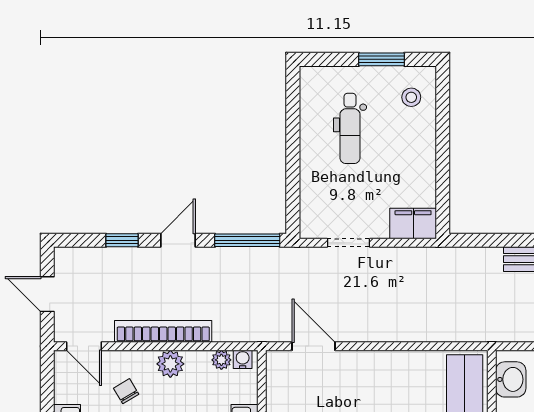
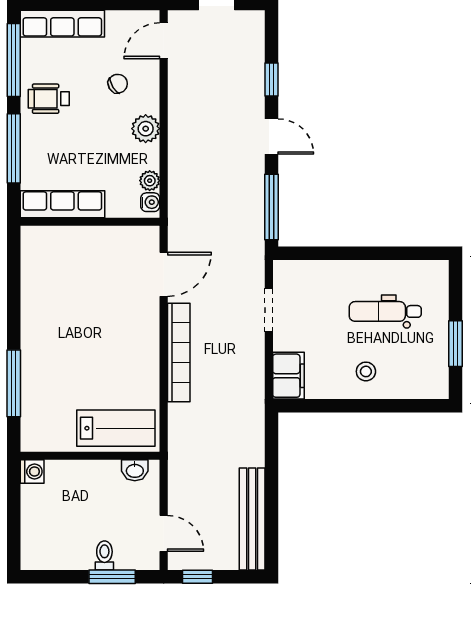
stool: (411, 97) -> (366, 371), moved
bookcase: (163, 331) -> (179, 352), moved
washbasin: (511, 379) -> (135, 470), width x0.72, depth x0.69

